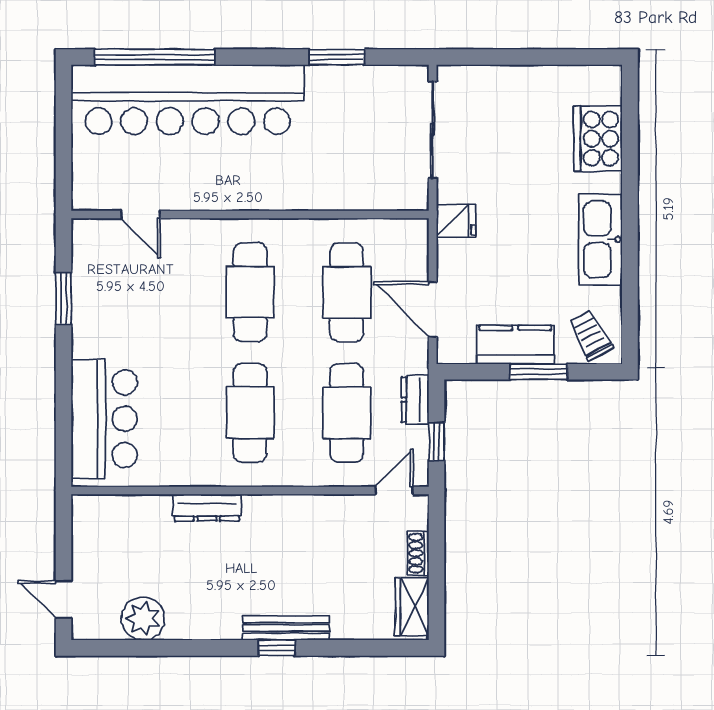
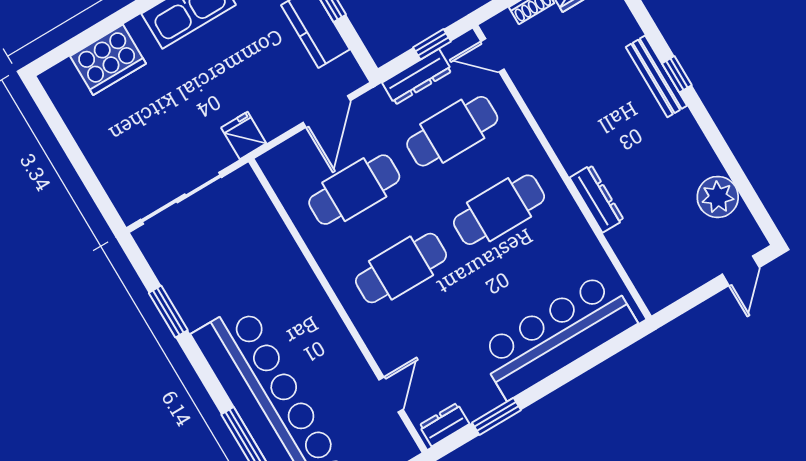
dresser: (84, 247) -> (444, 425), added
dresser: (415, 400) -> (417, 77), width x1.44
bar counter: (104, 419) -> (557, 336), width x1.36

